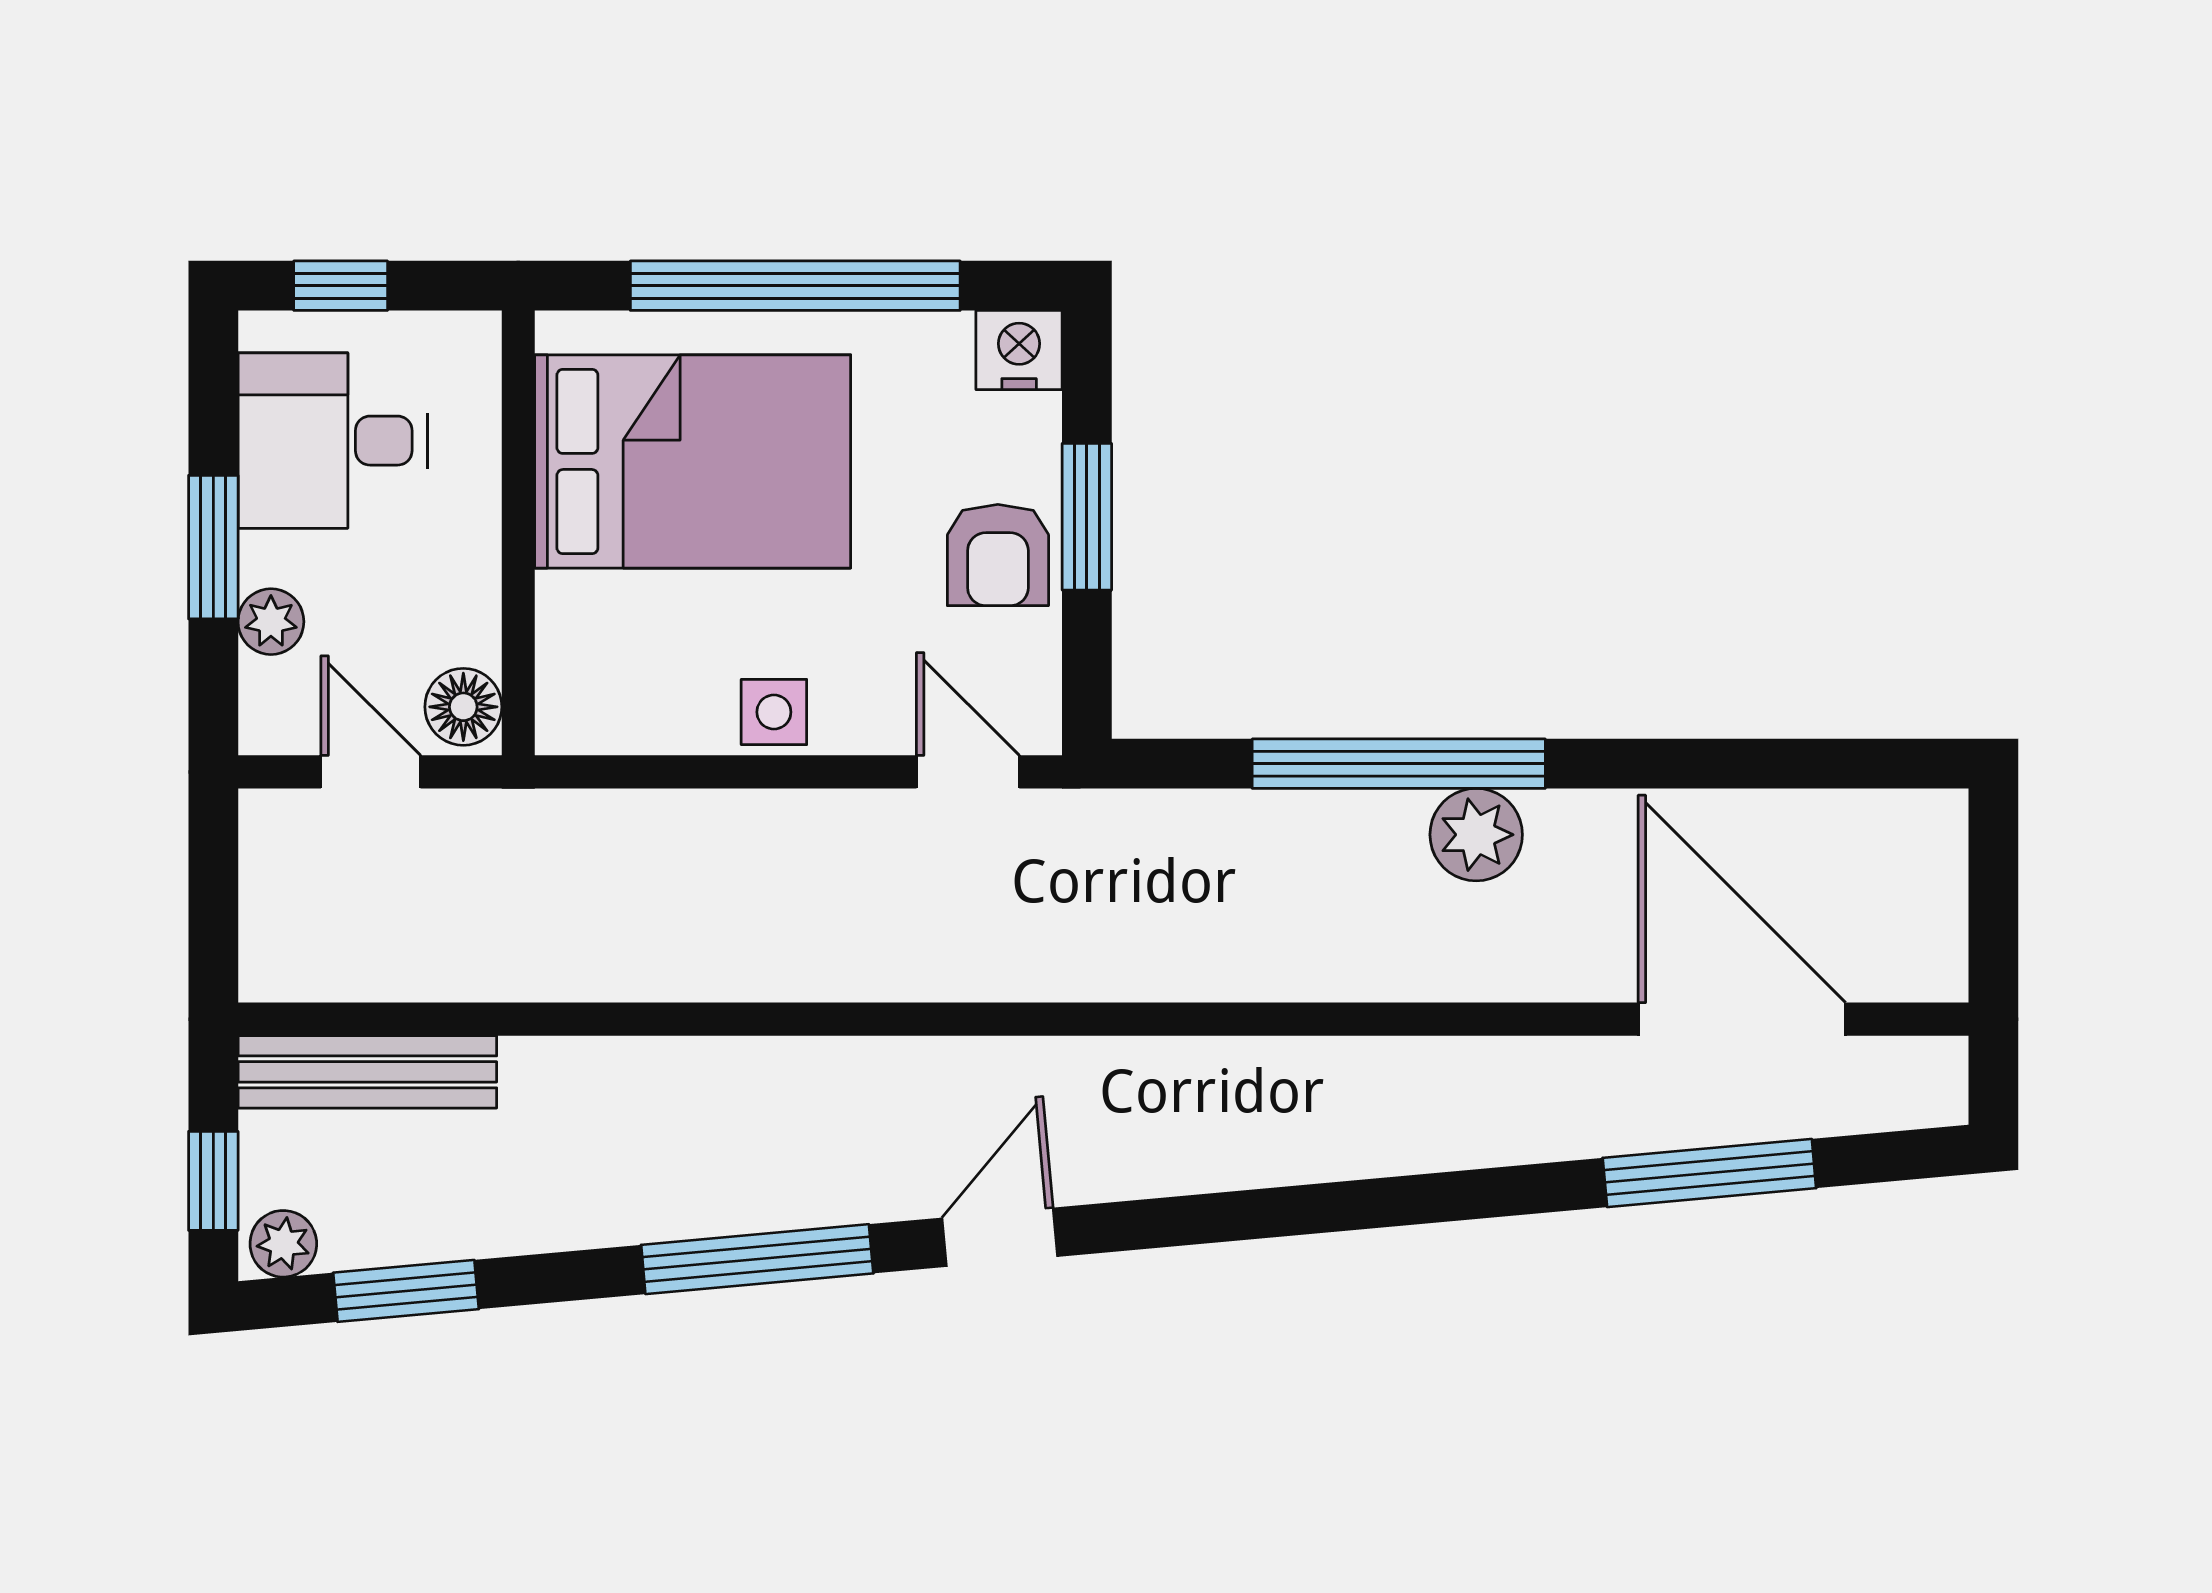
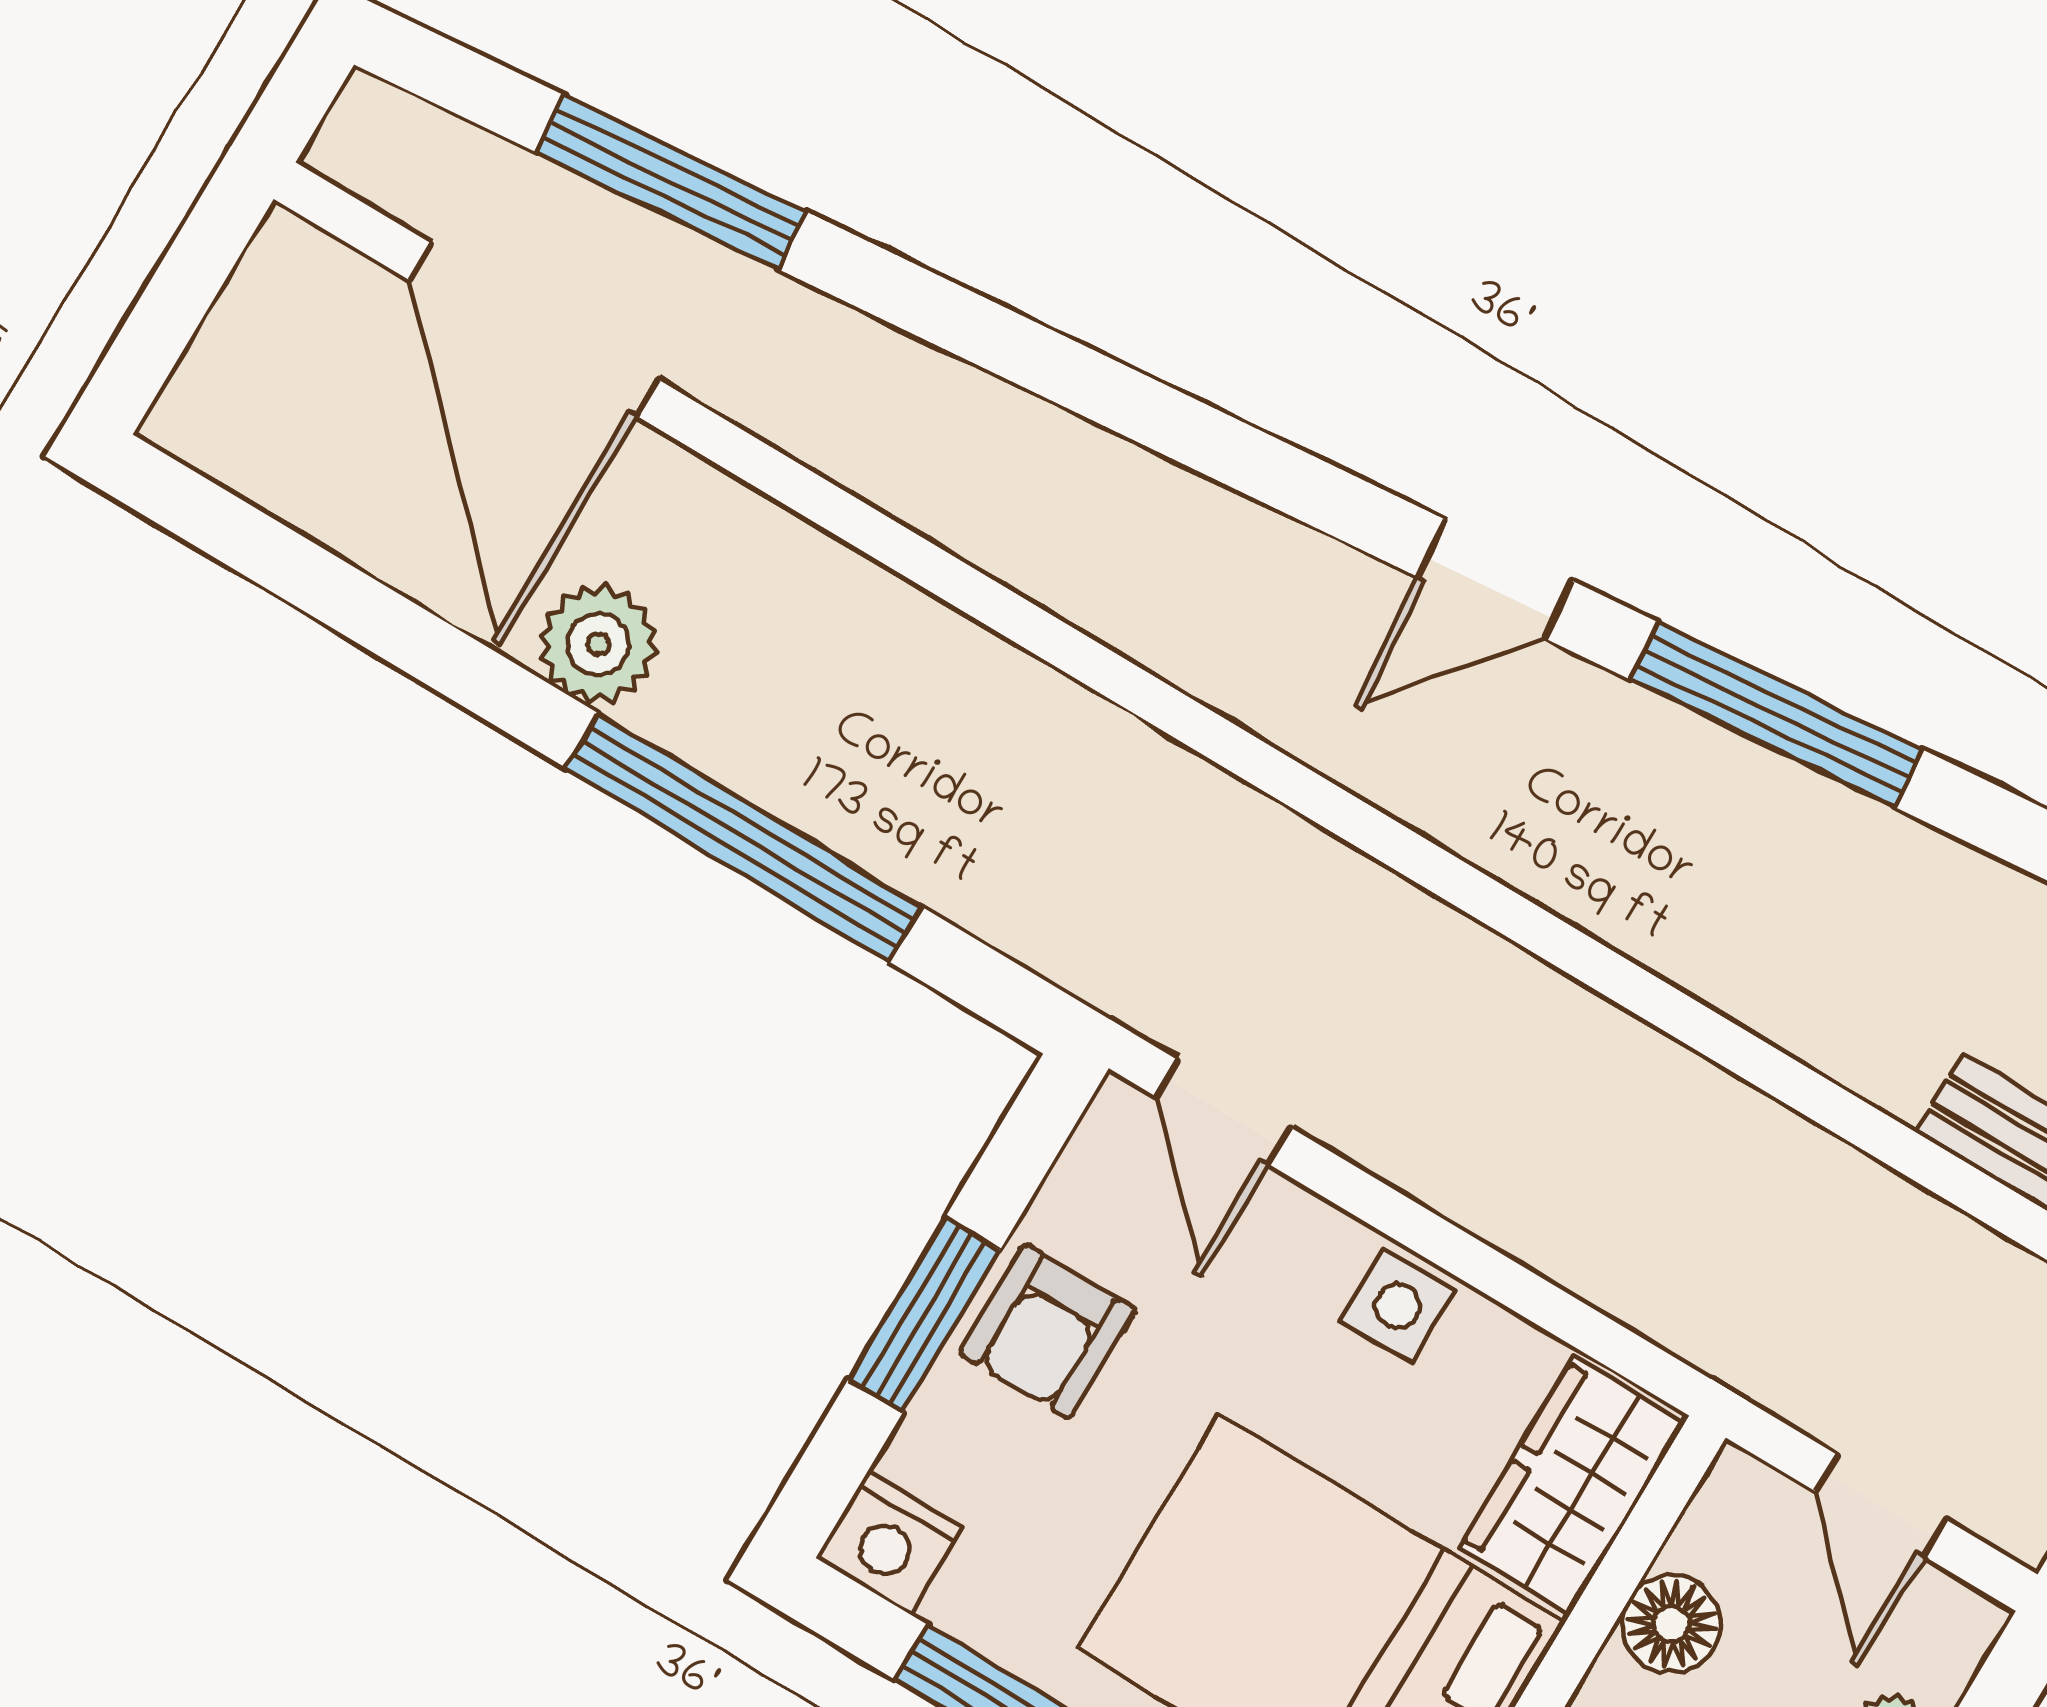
armchair: (998, 555) -> (1047, 1331), turned 180
wardrobe: (585, 662) -> (1572, 1486), added
floor lamp: (463, 707) -> (1671, 1624), moved
plant: (1476, 835) -> (598, 644), moved

